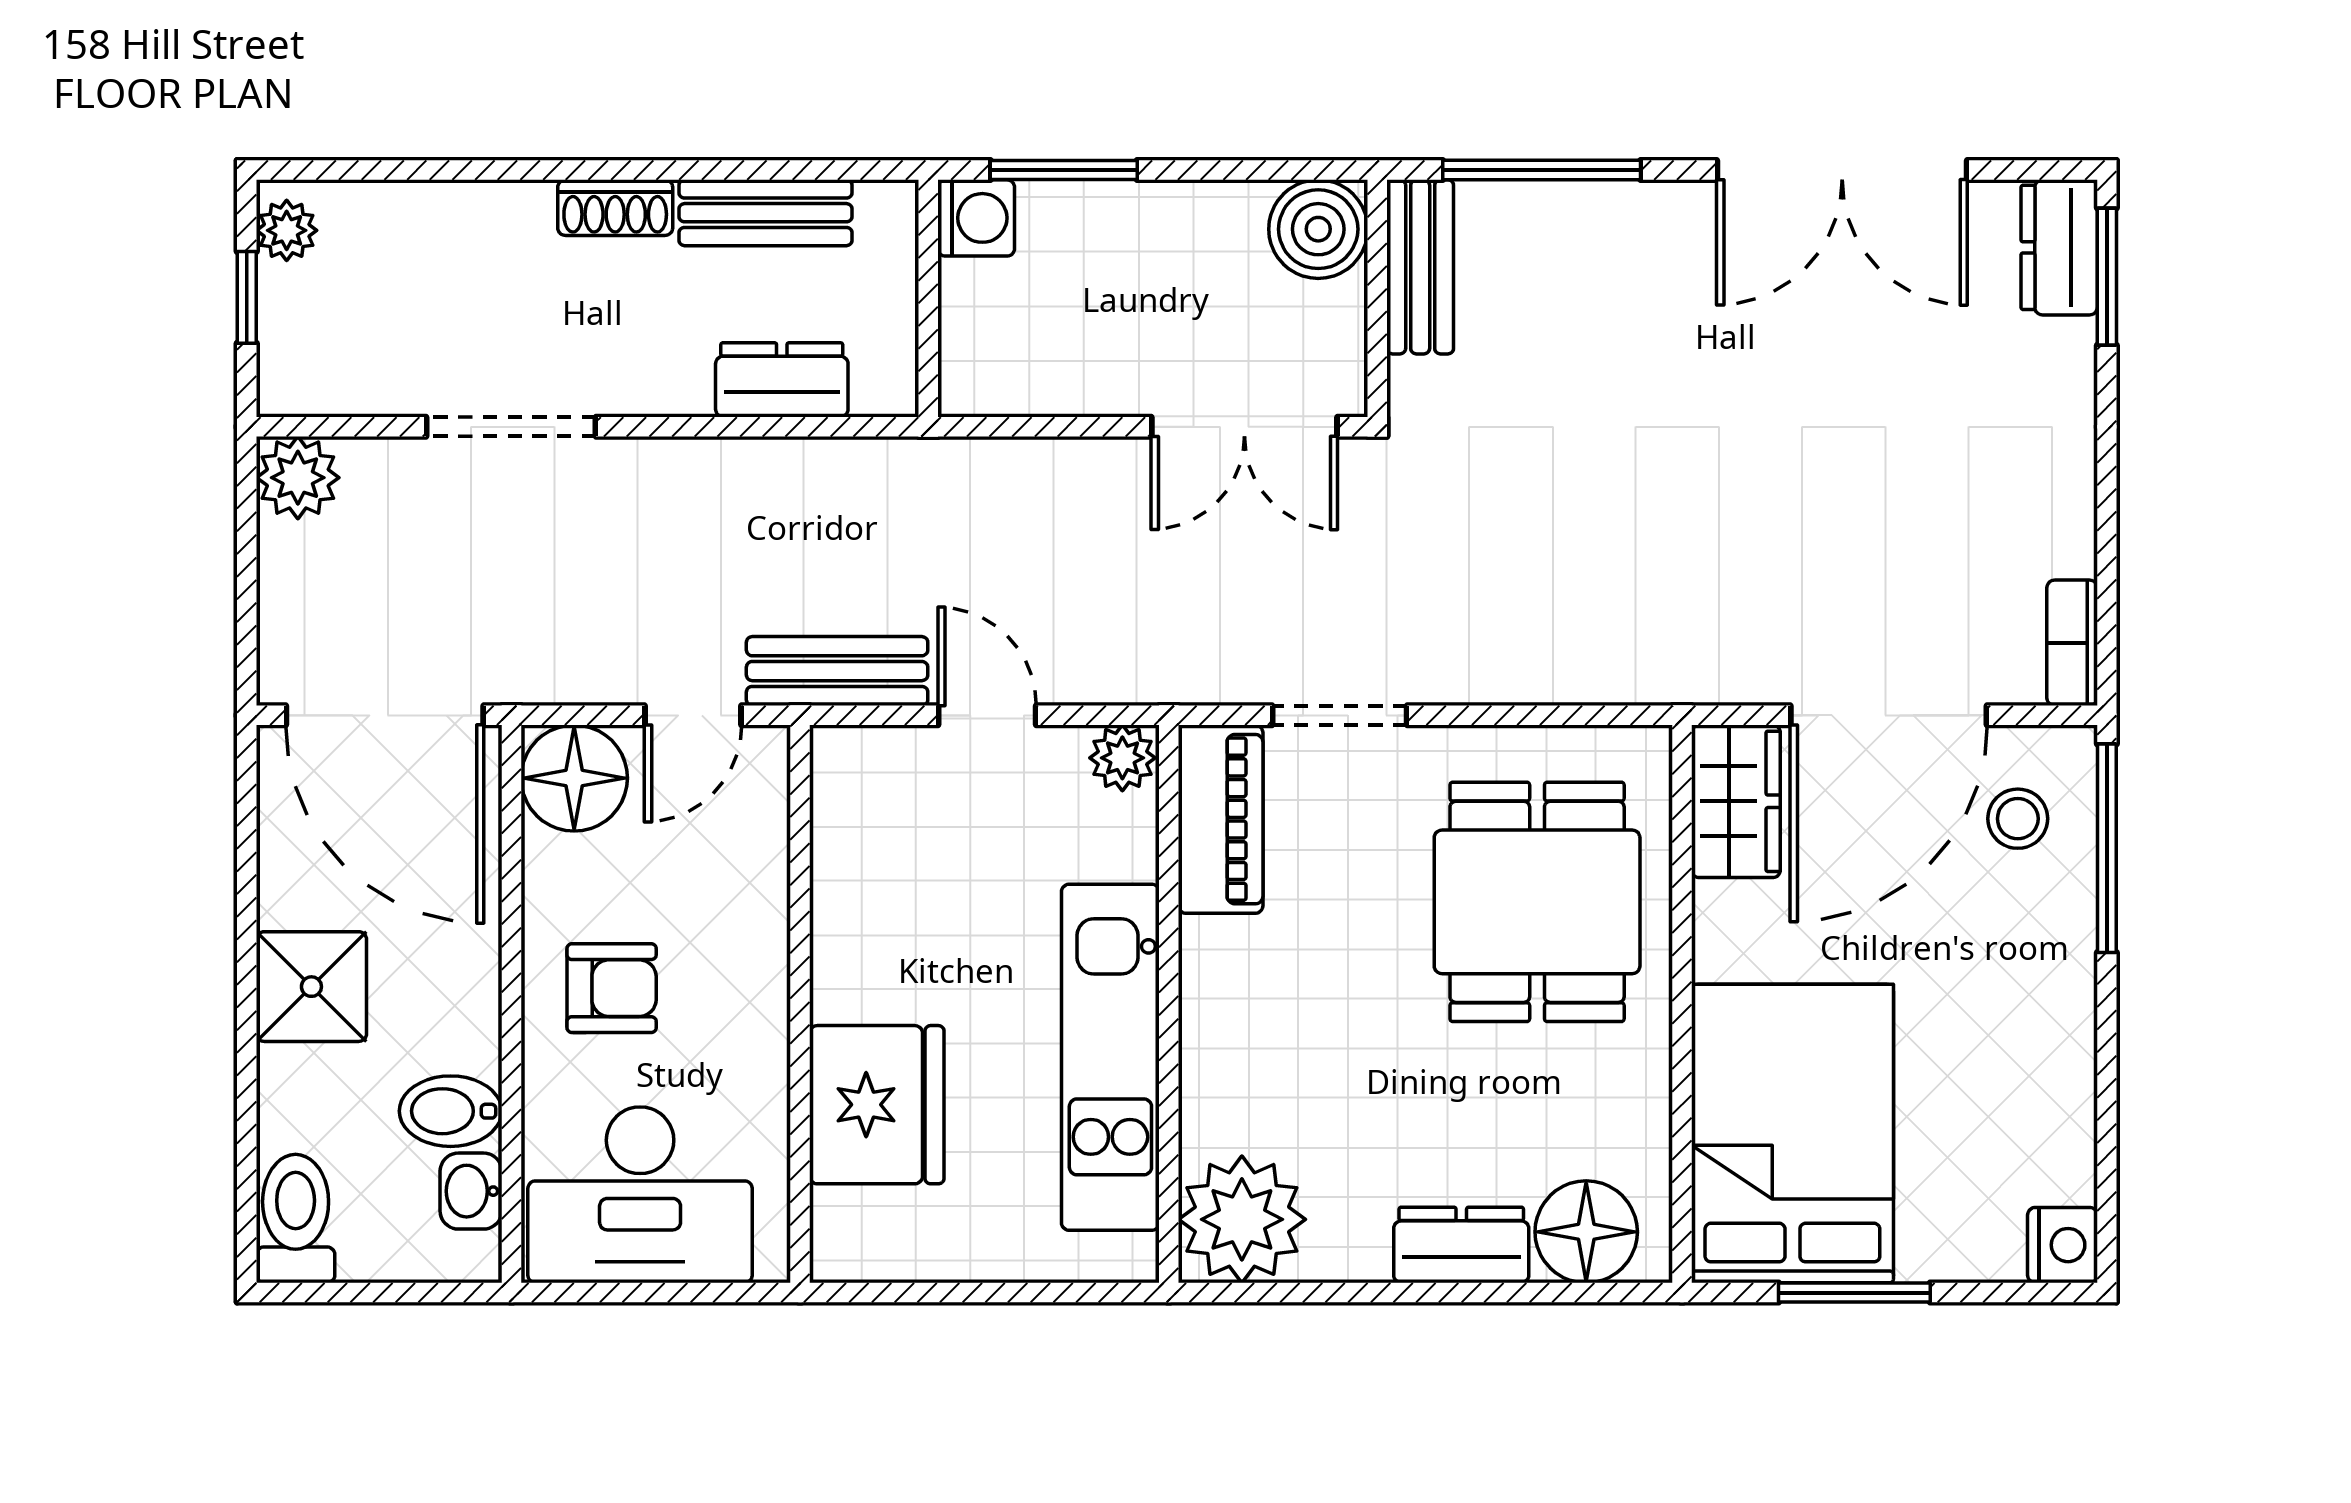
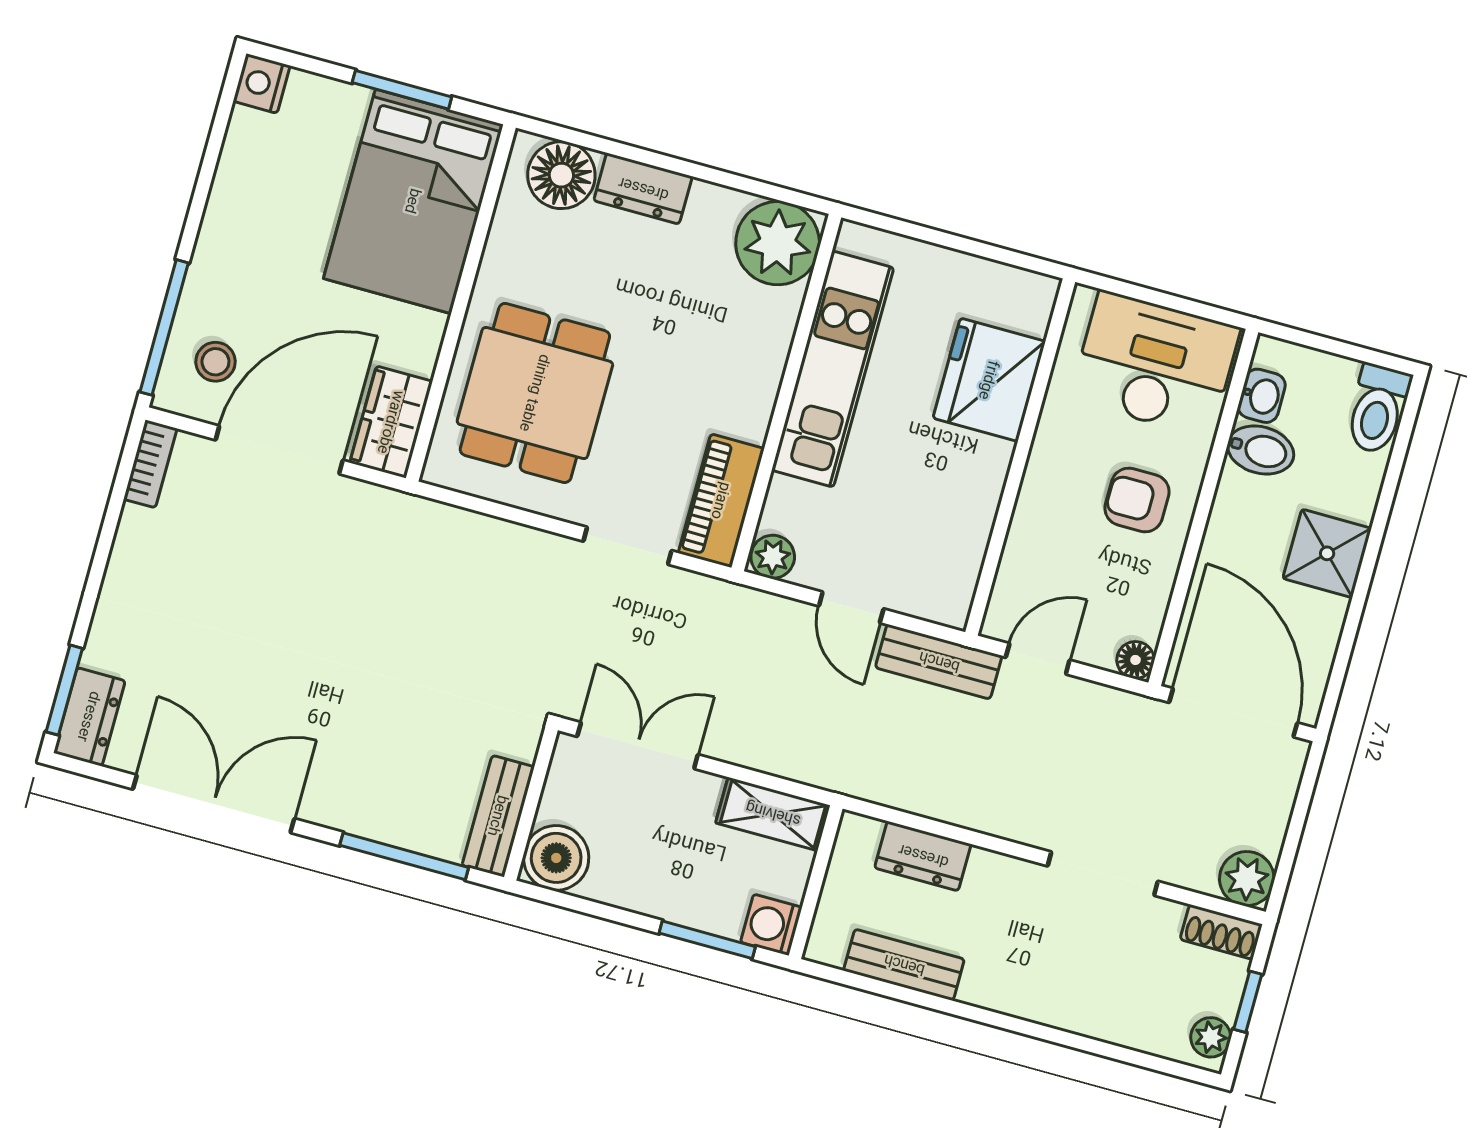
shoe rack: (615, 208) -> (1221, 932), moved, turned 180
shelving: (1018, 381) -> (773, 814), added
floor lamp: (574, 778) -> (1135, 660), width x0.53, depth x0.53

